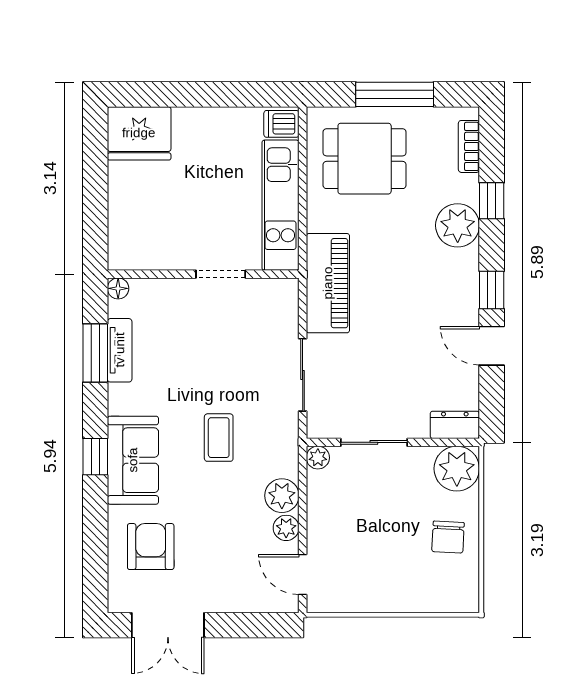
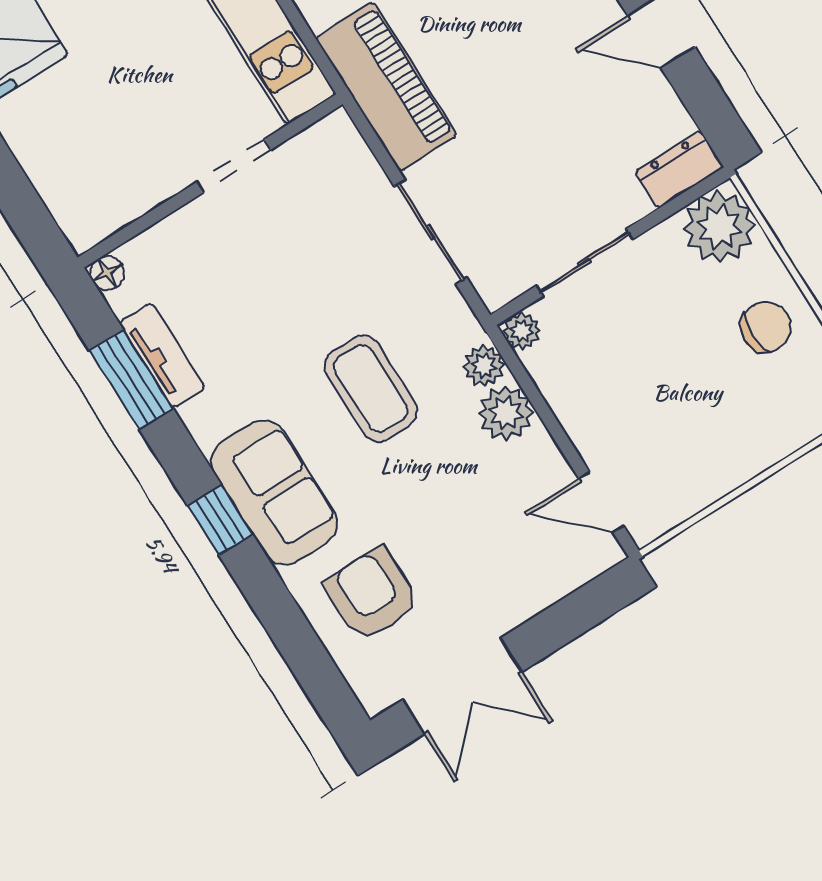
coffee table: (219, 438) -> (371, 389), width x1.36, depth x1.30
plant: (286, 528) -> (484, 366), moved
chair: (448, 537) -> (766, 327), turned -93

